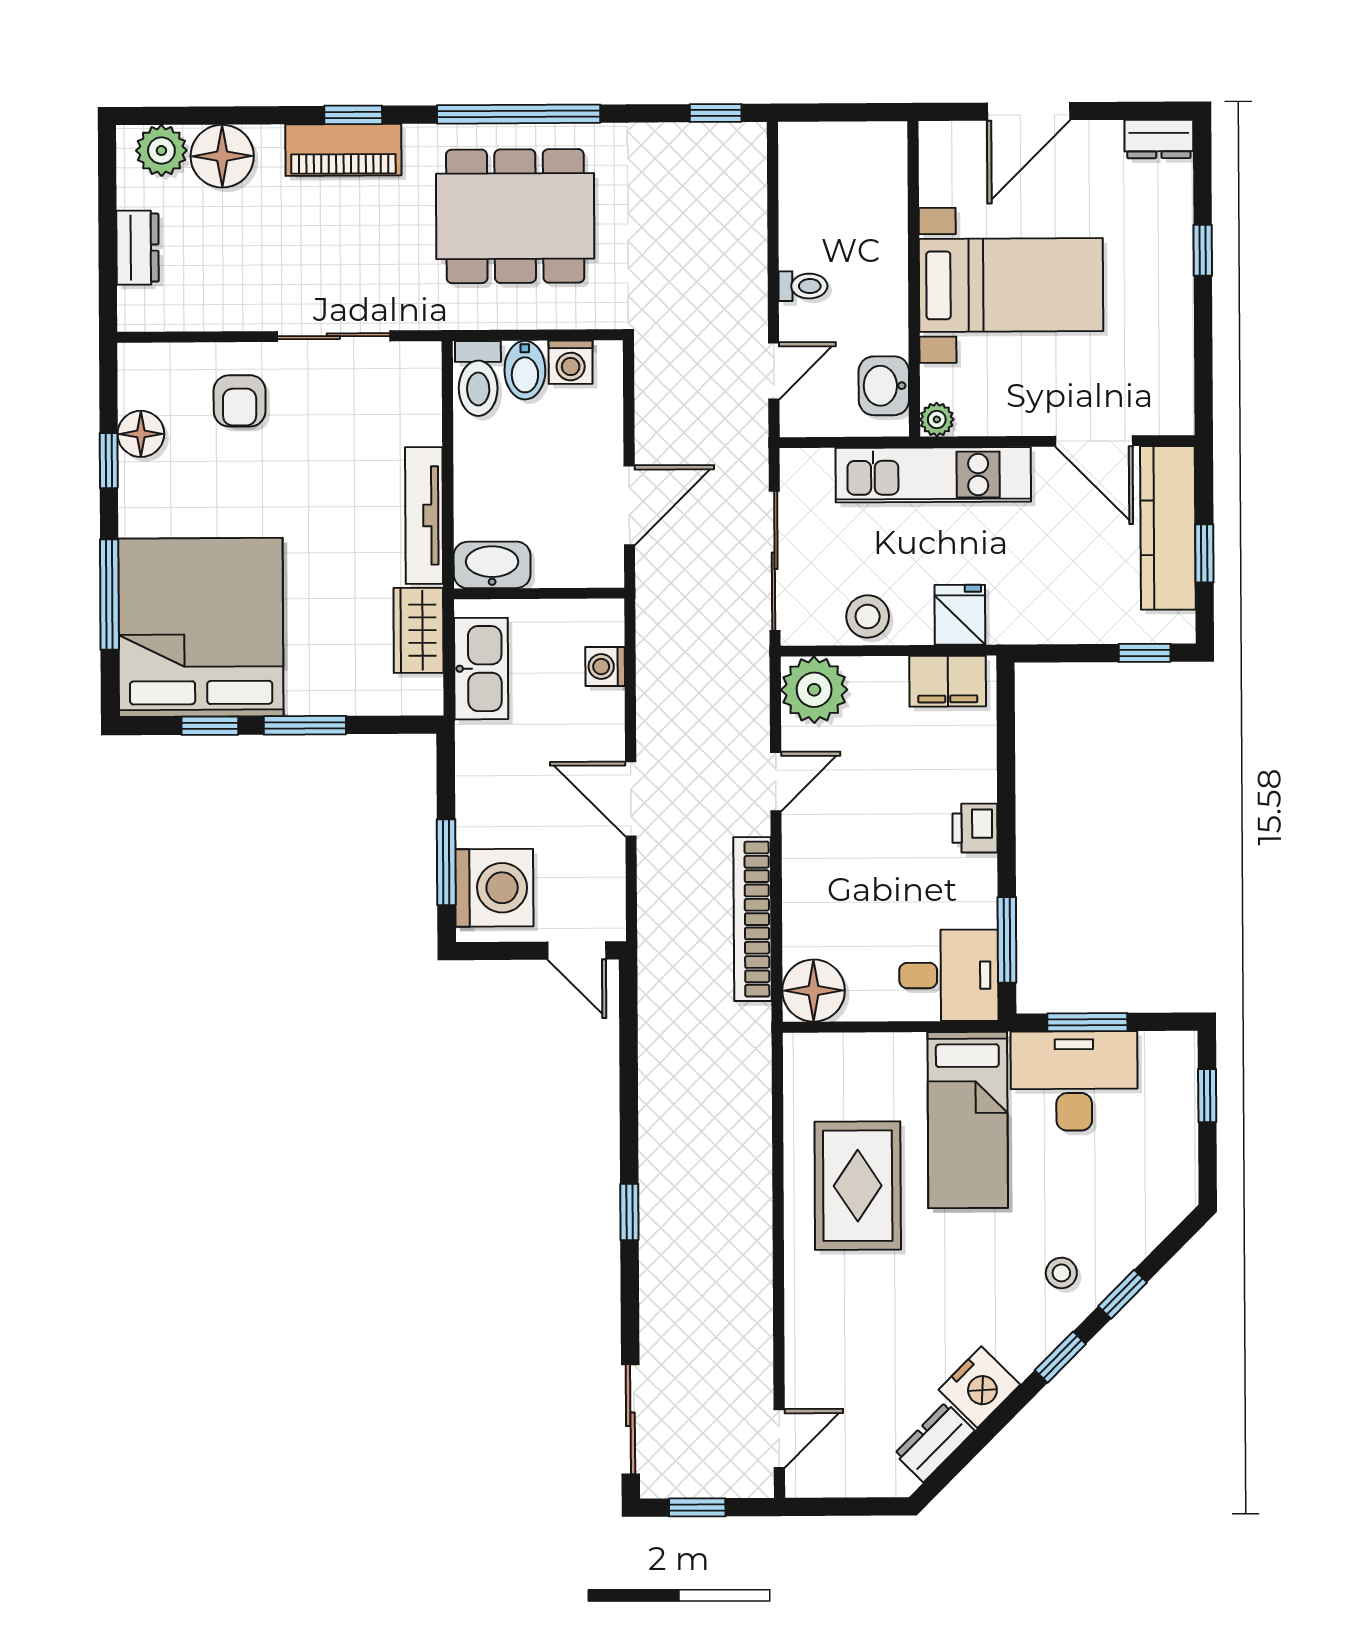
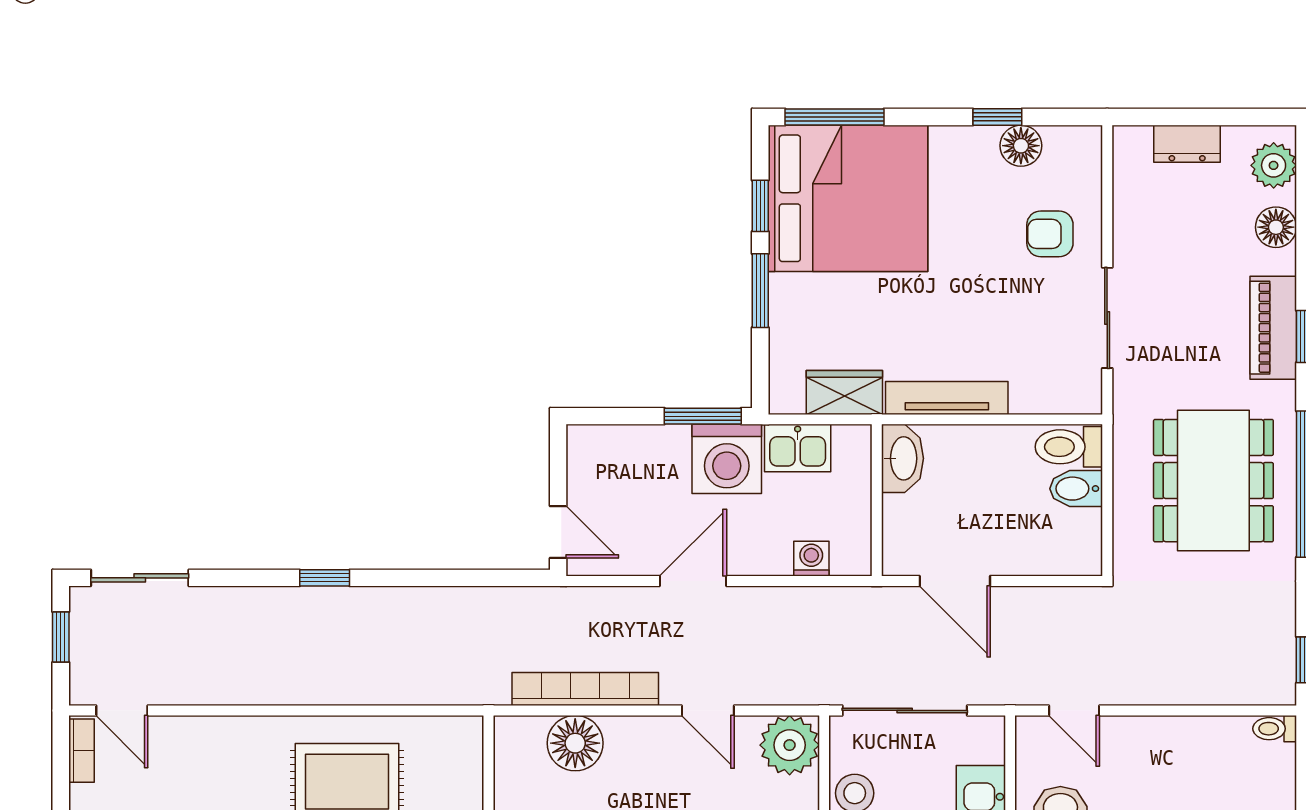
floor lamp: (222, 156) -> (1276, 227), width x0.73, depth x0.73
toilet: (803, 286) -> (1275, 729), moved, turned 90
washing machine: (571, 362) -> (1083, 529), removed
window: (109, 594) -> (835, 117), moved
kitchen sink: (481, 669) -> (798, 448), width x0.73
window: (446, 862) -> (703, 416), moved
washing machine: (494, 888) -> (727, 459), moved
door: (577, 950) -> (558, 532), swing flipped
floor lamp: (814, 991) -> (575, 743), moved
bookcase: (825, 1483) -> (82, 751), added

